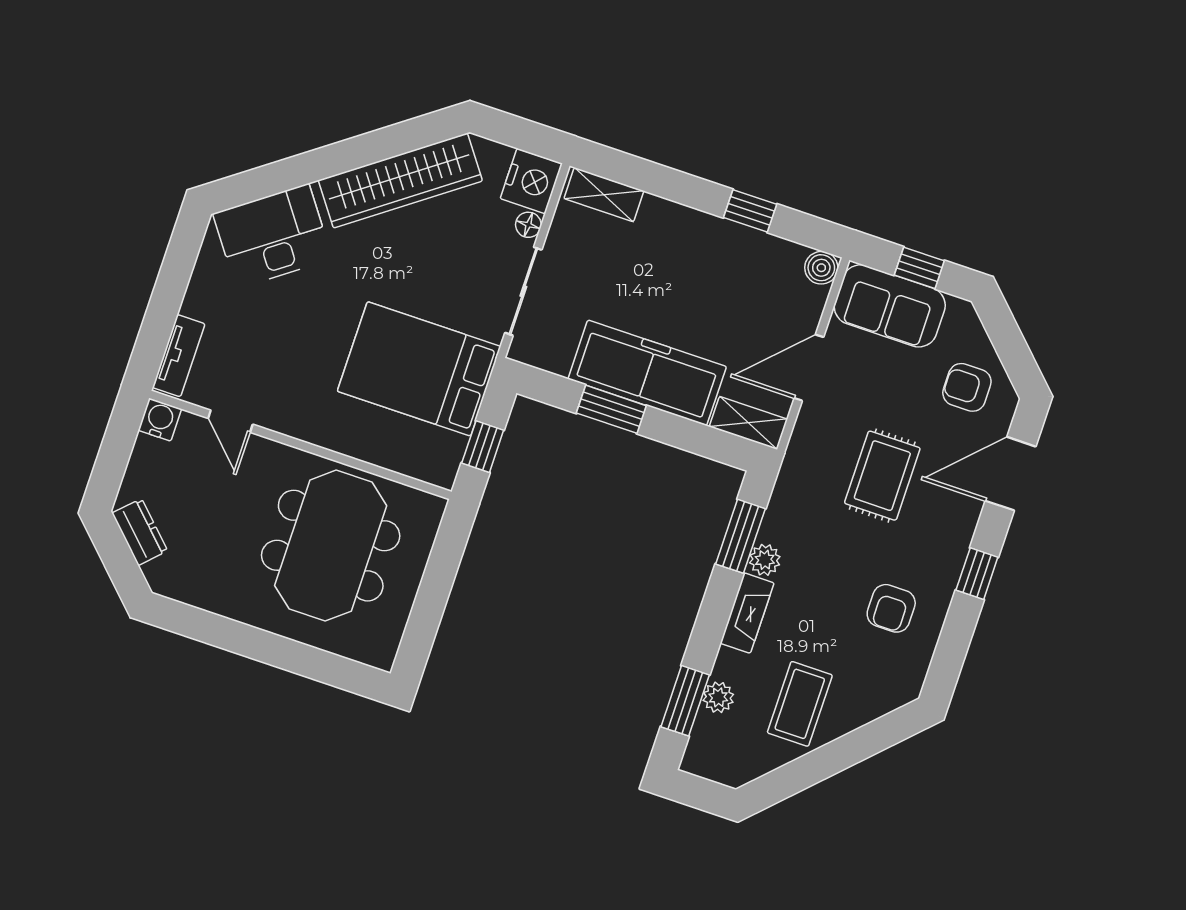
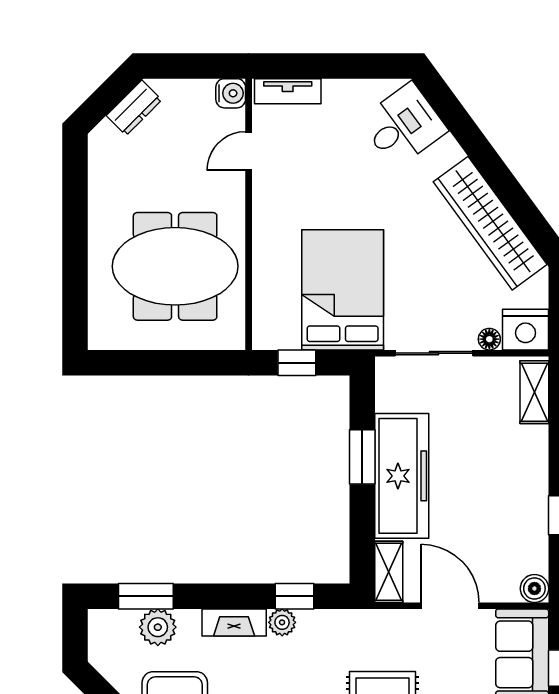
desk: (273, 236) -> (403, 125), width x0.73
window: (740, 536) -> (295, 596), width x0.67
plant: (718, 697) -> (158, 627), width x1.38, depth x1.38

